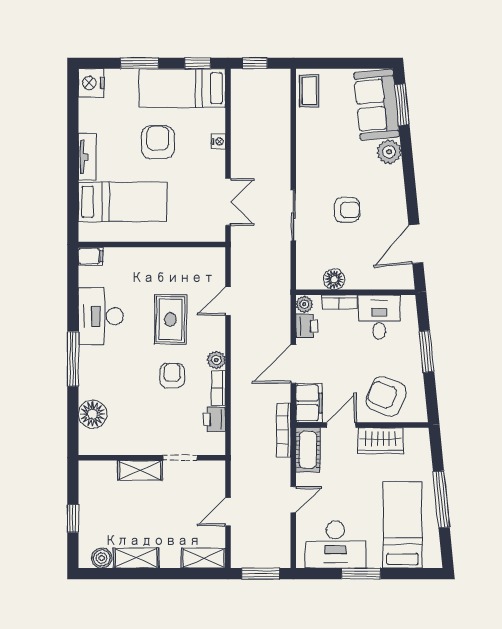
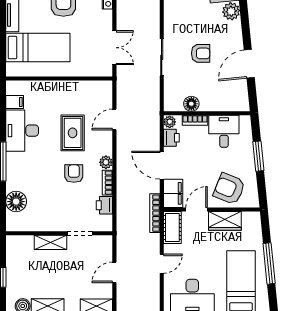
door: (416, 244) -> (249, 64), moved
filing cabinet: (91, 256) -> (15, 102), moved
door: (293, 364) -> (162, 165), hinge flipped

